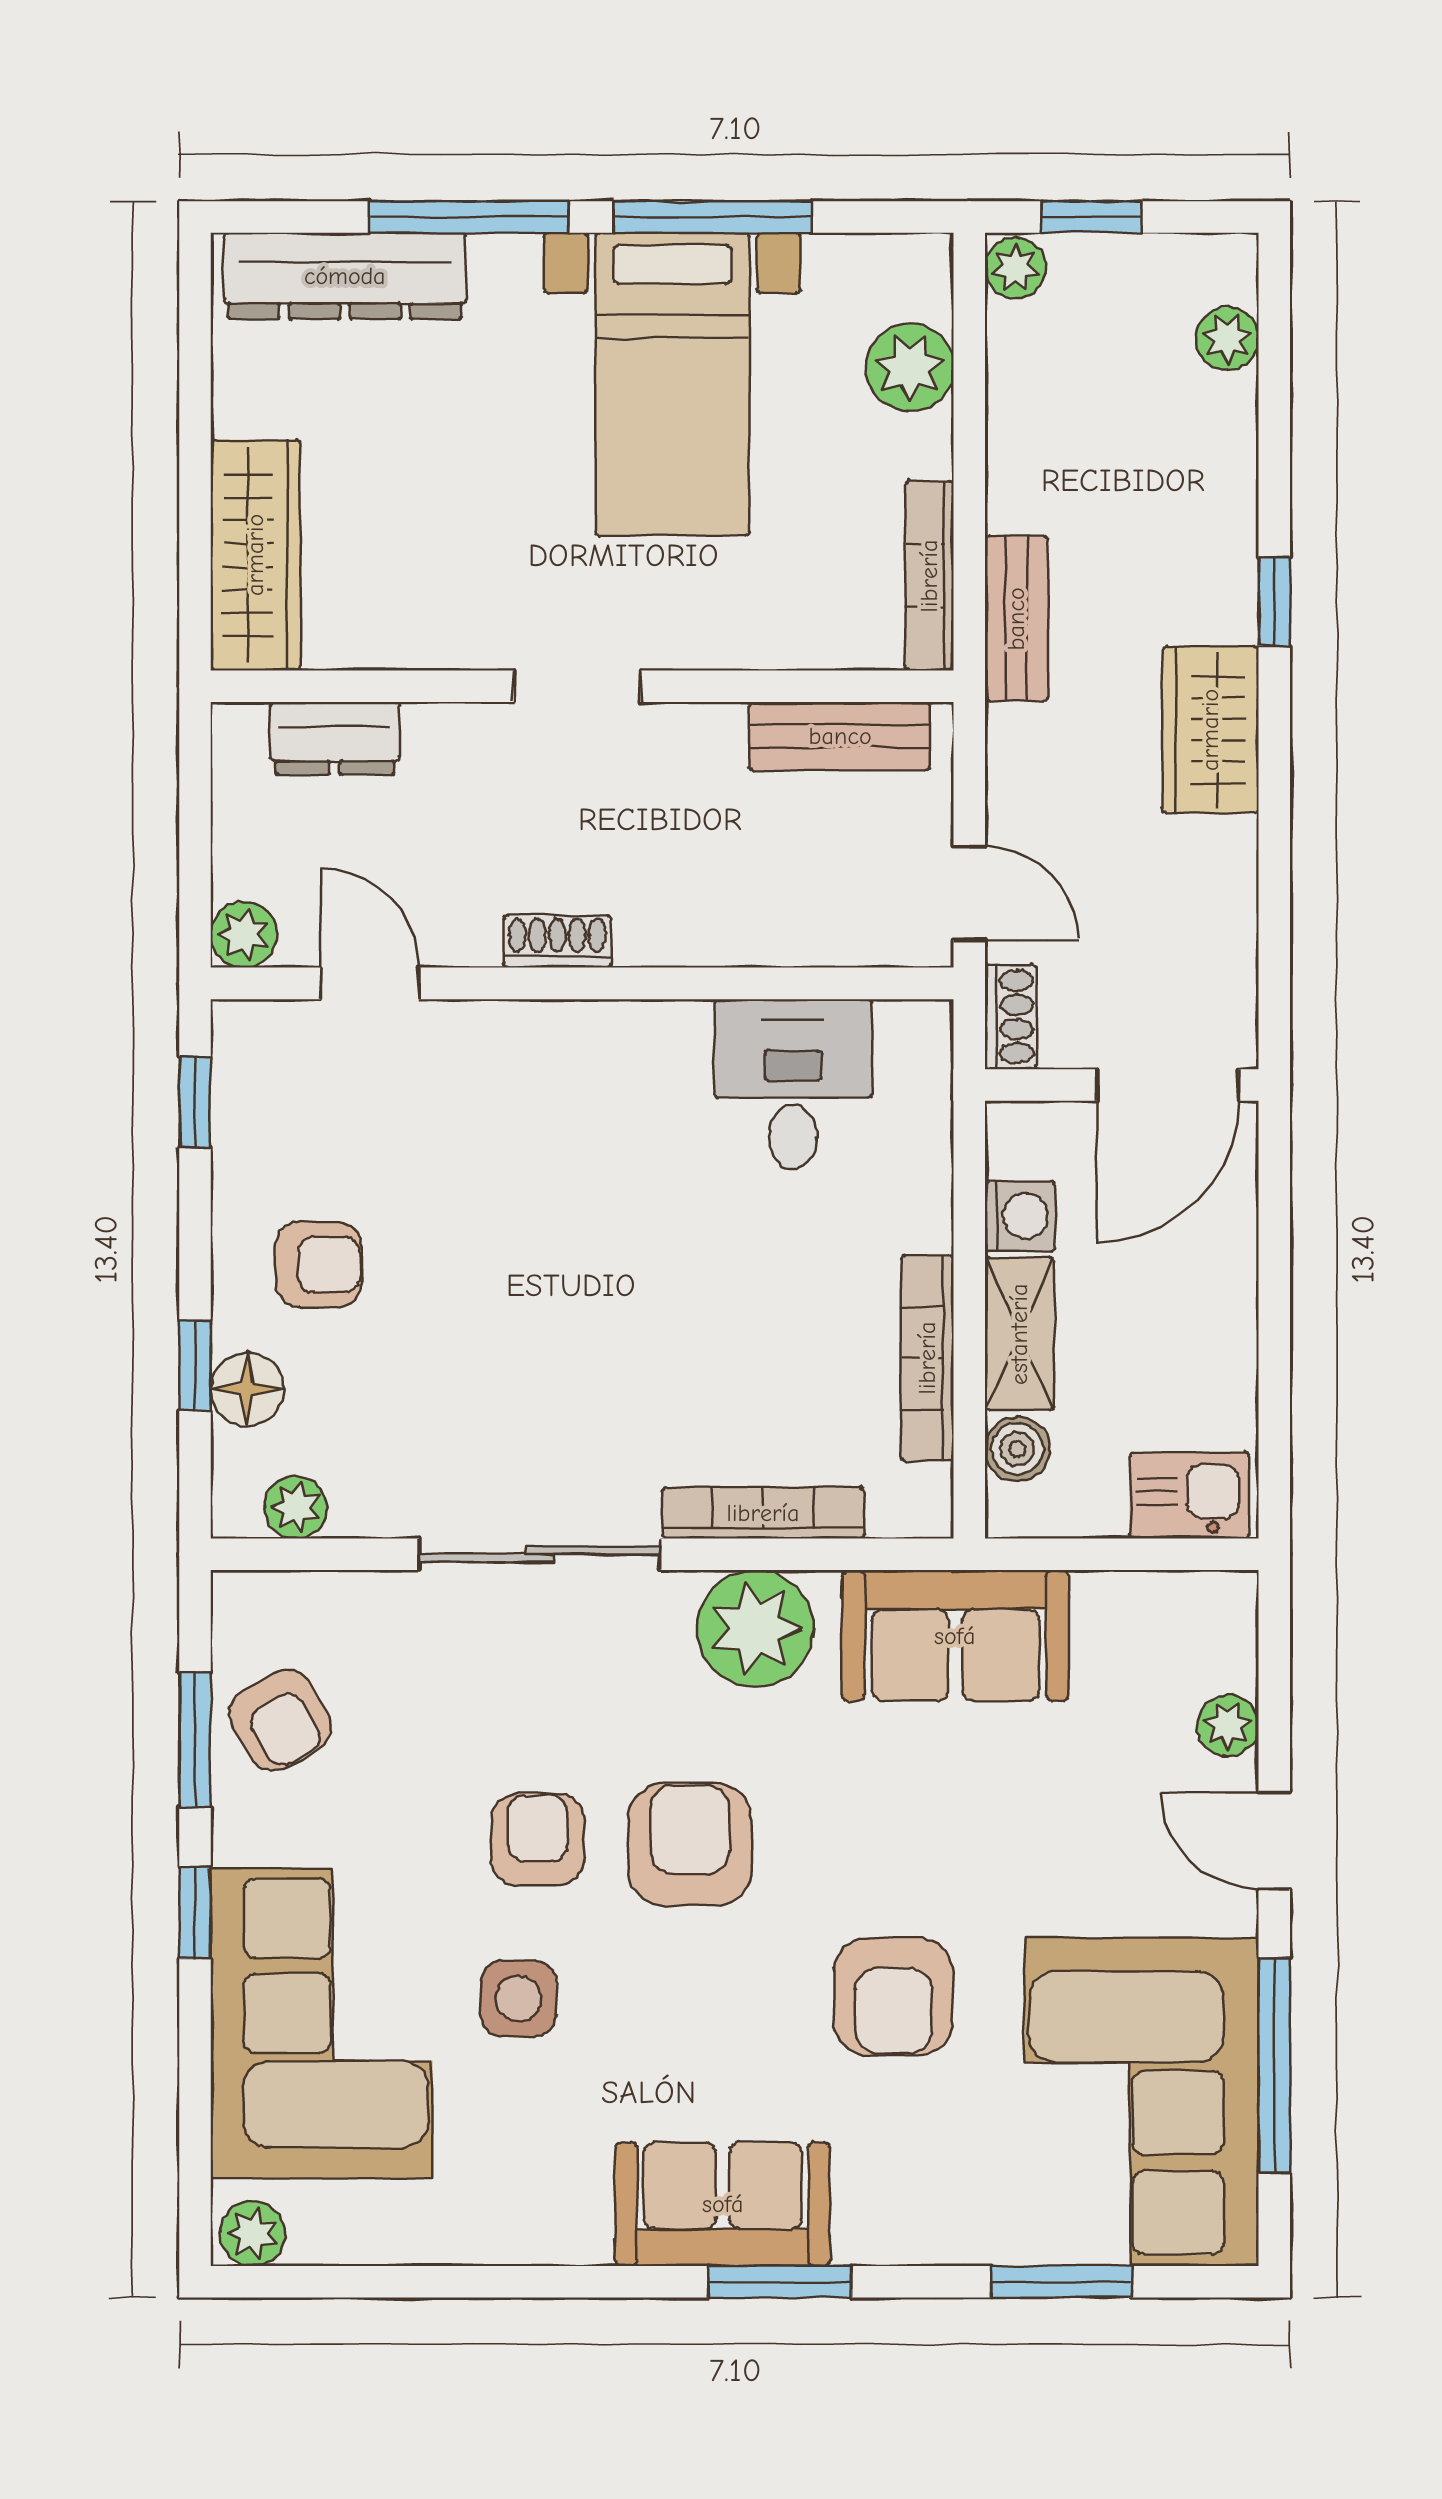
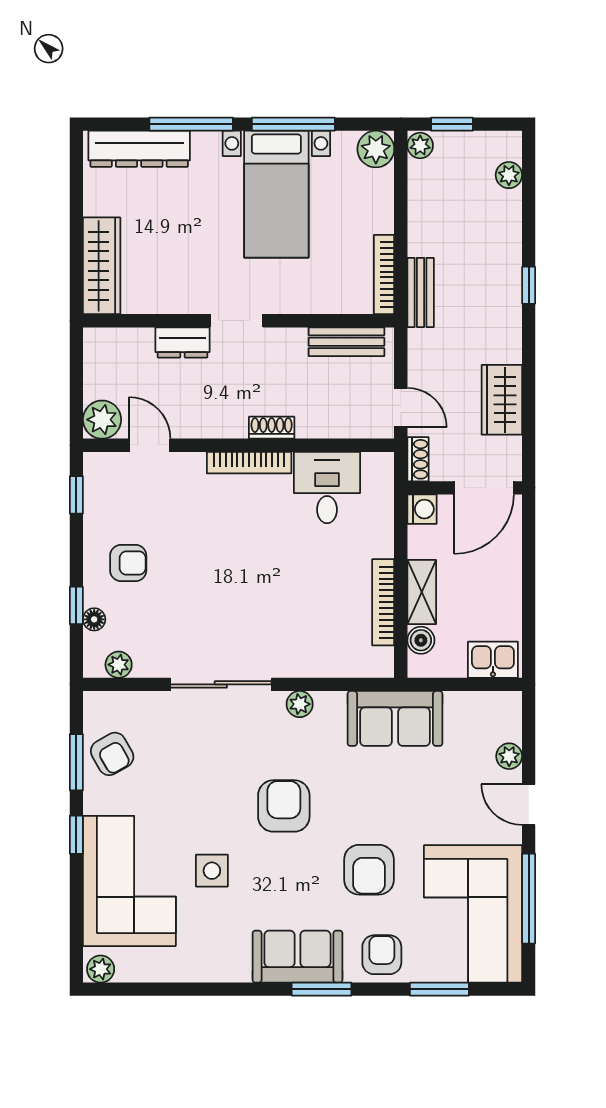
plant: (910, 367) -> (376, 149), moved
wardrobe: (1210, 730) -> (502, 400), moved
dresser: (335, 738) -> (182, 343), moved
plant: (244, 935) -> (102, 420), width x1.38, depth x1.38
shoe rack: (557, 941) -> (272, 428), moved
washing machine: (1020, 1216) -> (422, 509), moved
floor lamp: (247, 1389) -> (94, 619), width x0.73, depth x0.73
bookcase: (763, 1513) -> (249, 463), moved, turned 180
plant: (755, 1629) -> (300, 704), width x0.53, depth x0.53
armchair: (538, 1839) -> (382, 955), moved

